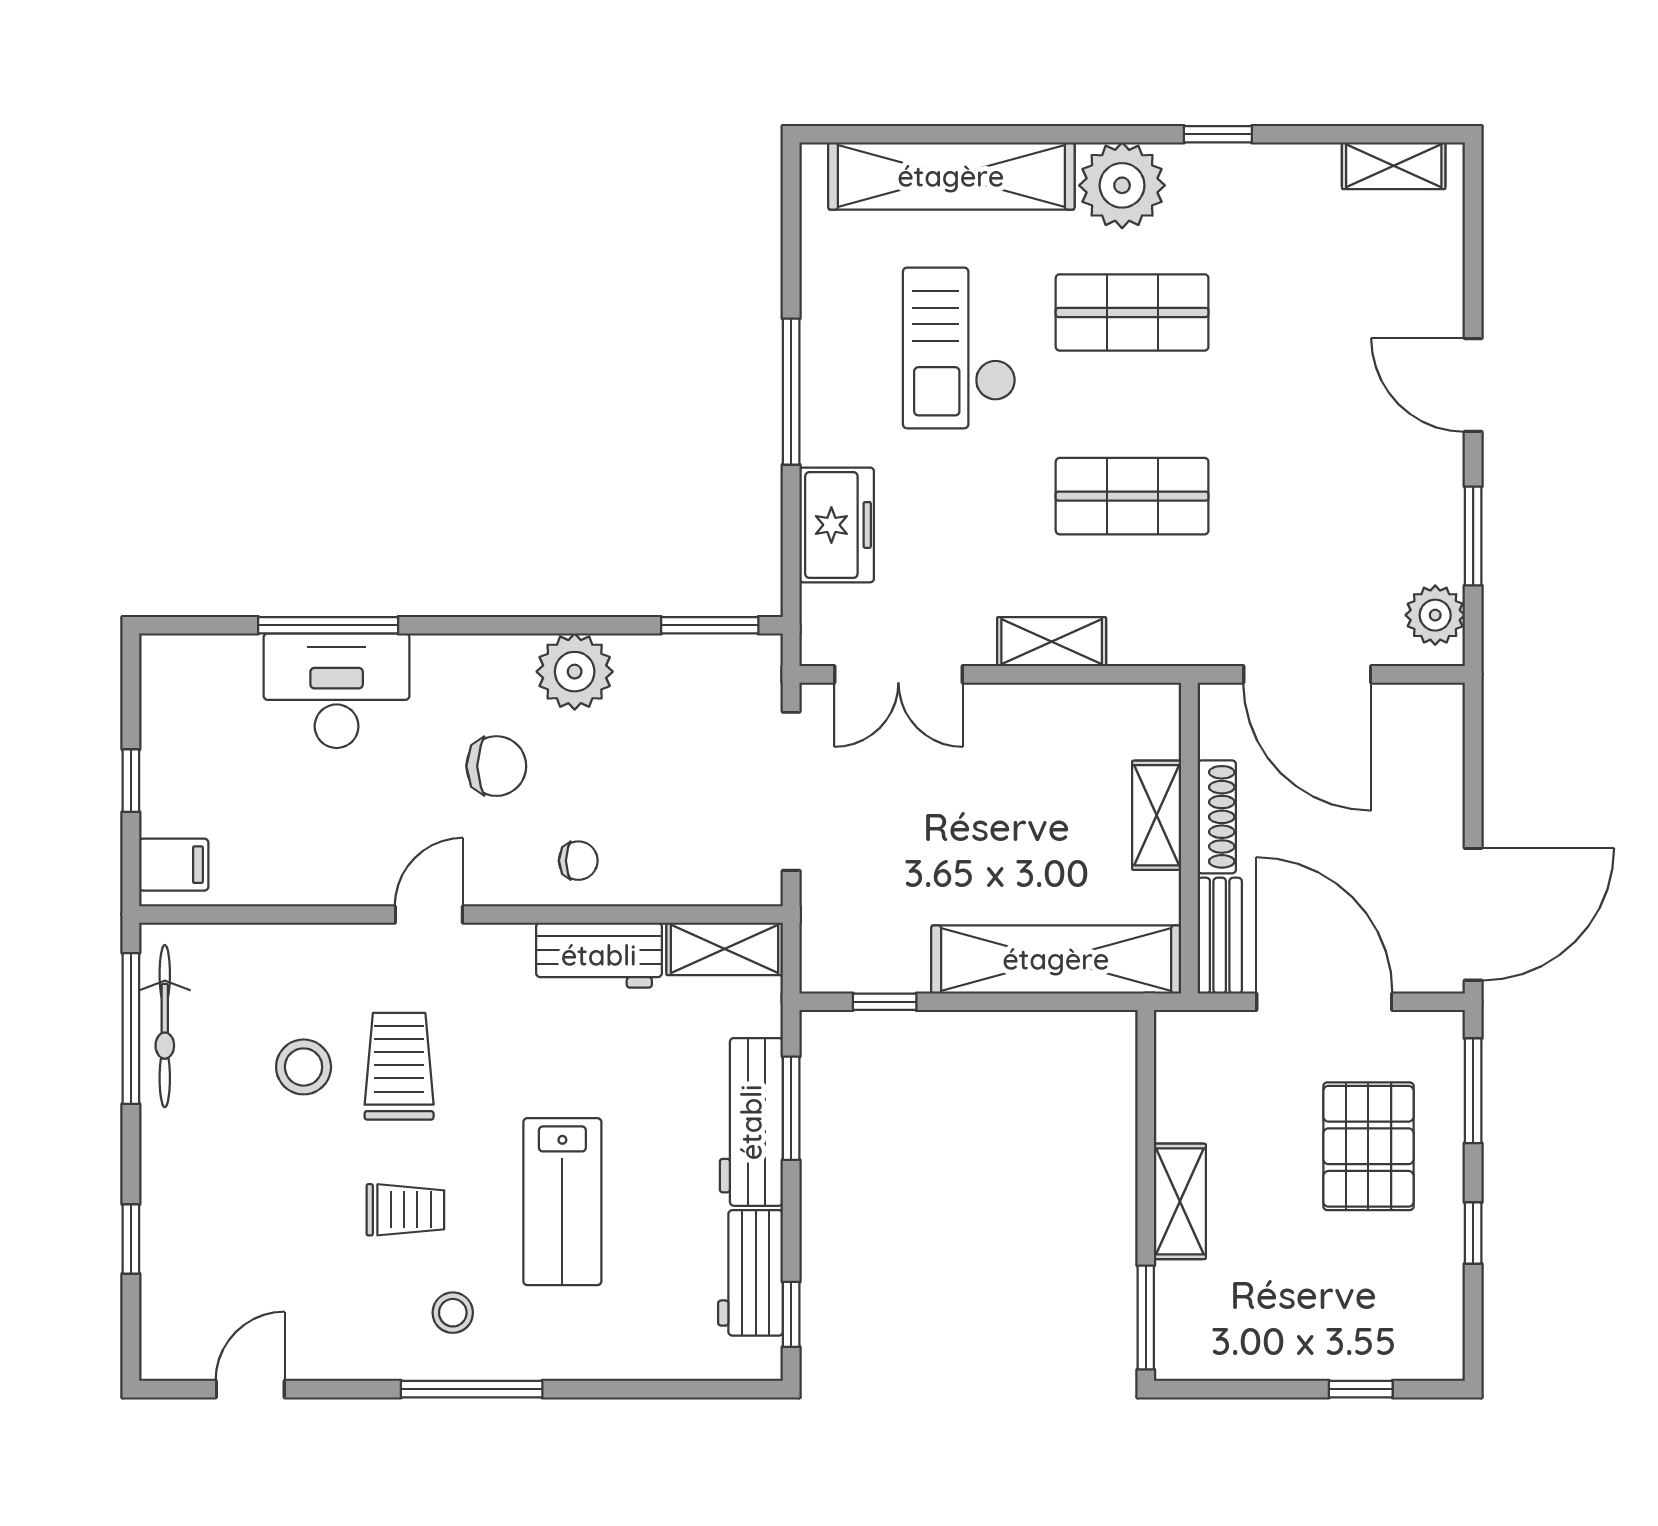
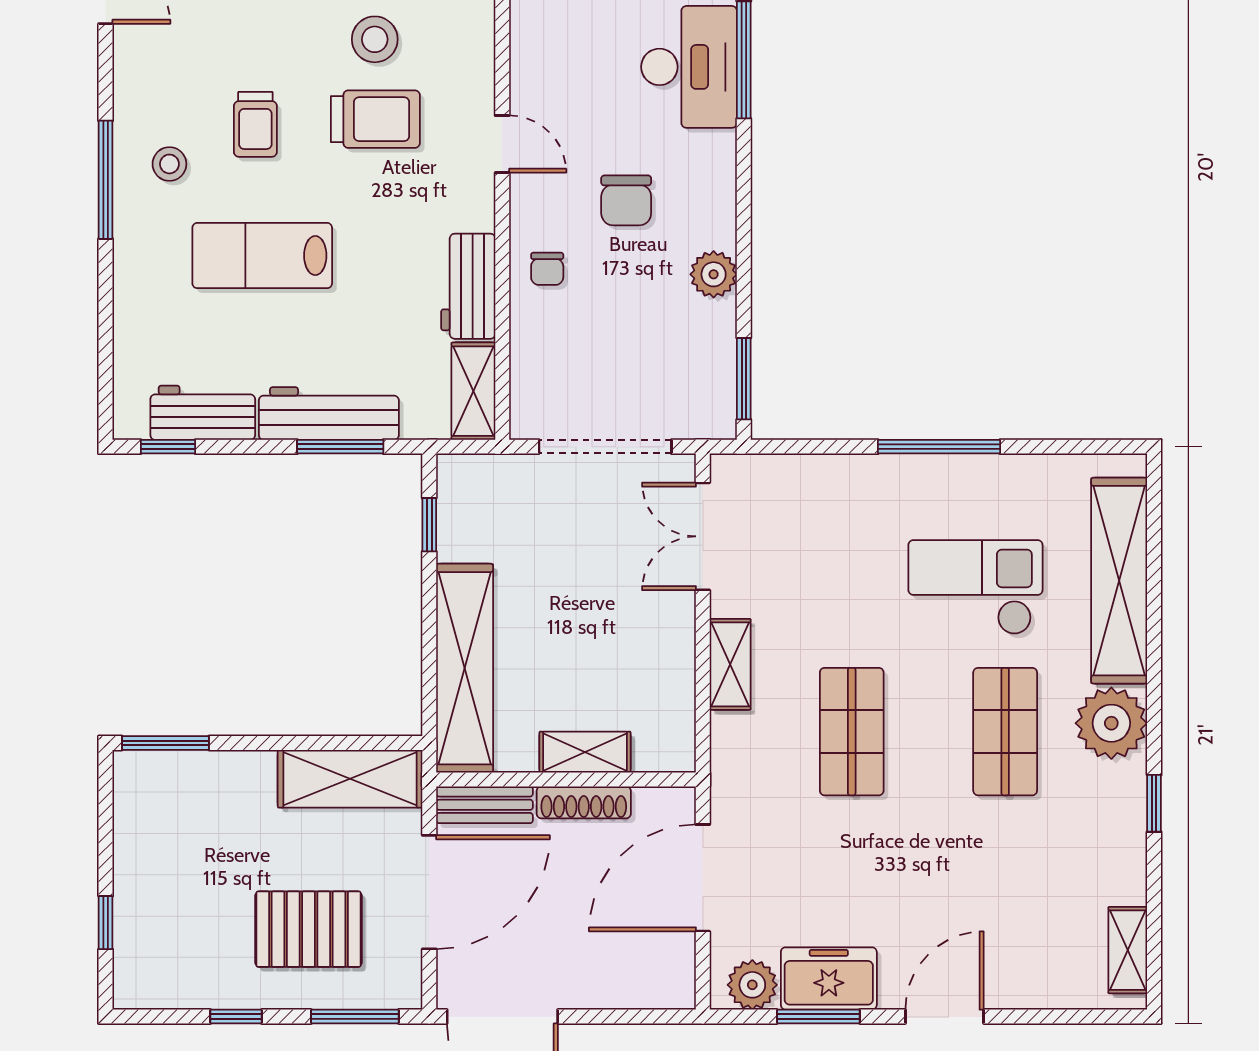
freezer: (837, 525) -> (829, 978), moved, turned 180
plant: (575, 672) -> (714, 274), width x0.73, depth x0.73
shelving: (1180, 1201) -> (350, 779), moved, width x1.50, depth x1.33

